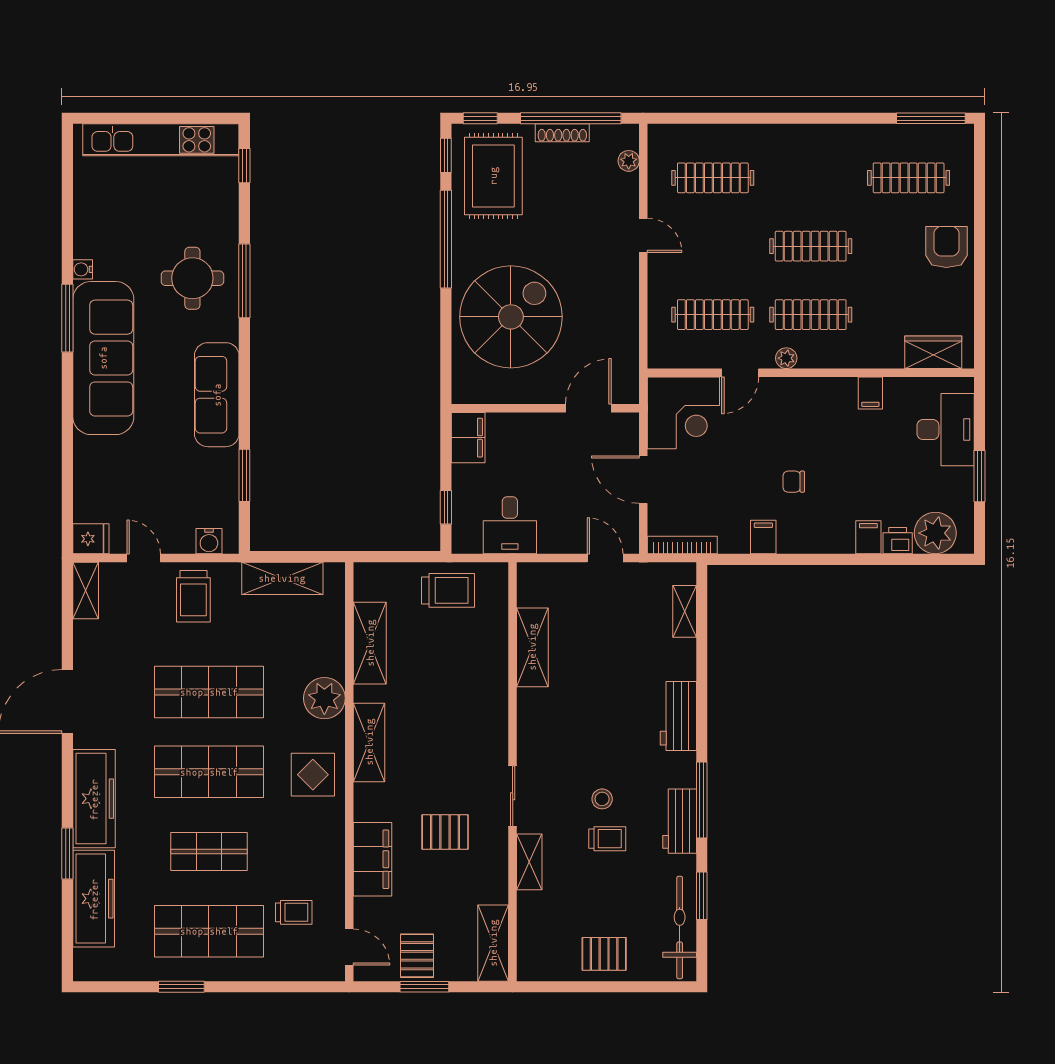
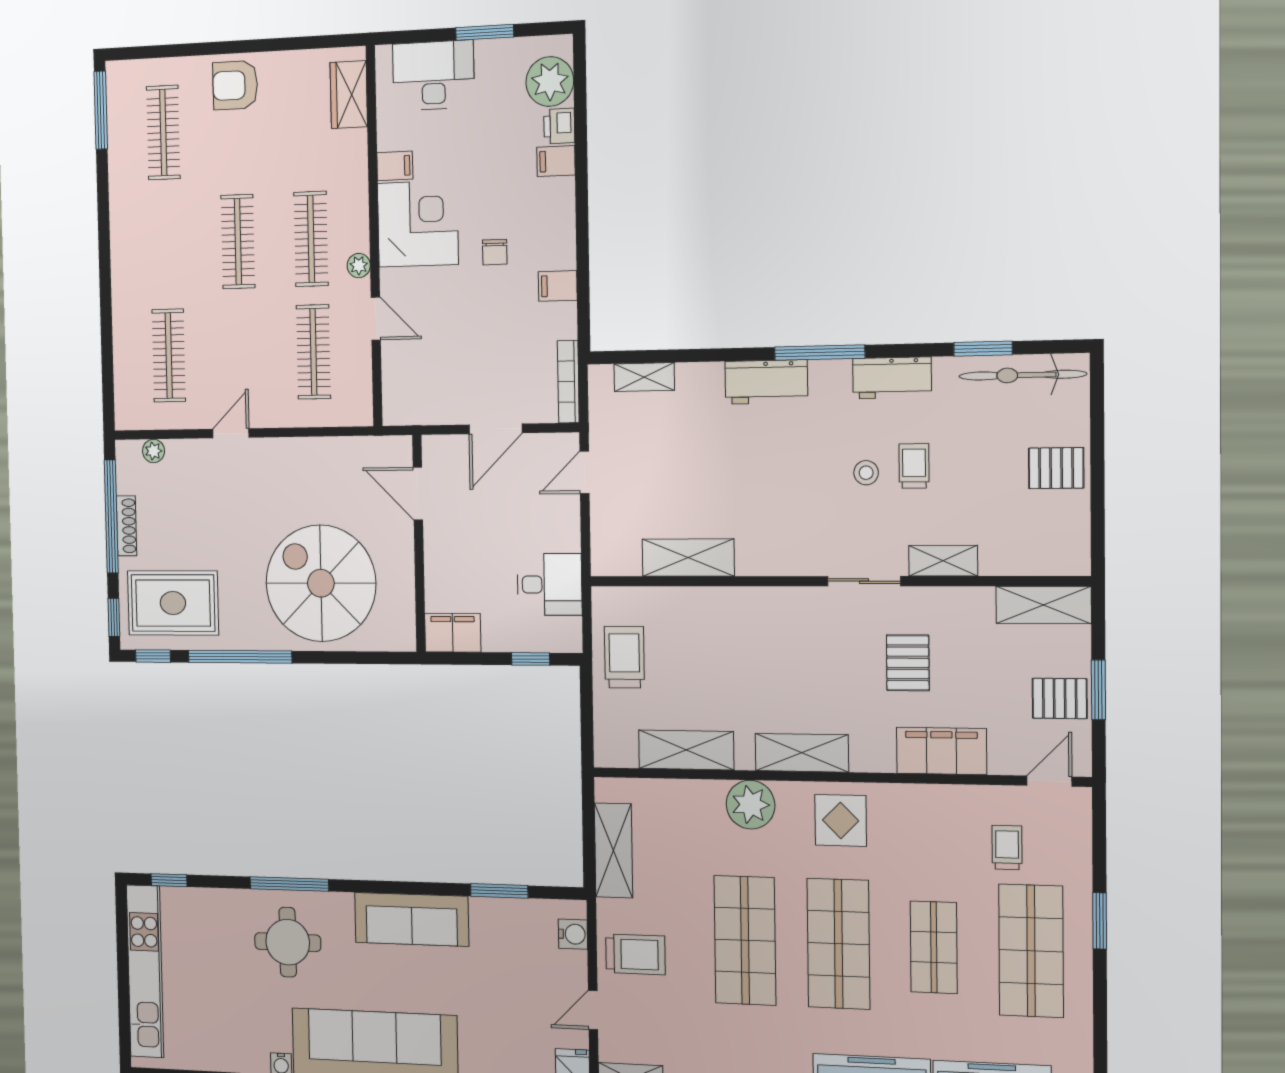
corner desk: (683, 413) -> (418, 224), moved
window: (702, 800) -> (820, 353), moved
pallet: (604, 954) -> (1056, 468), turned 90
window: (181, 987) -> (1100, 921), moved

